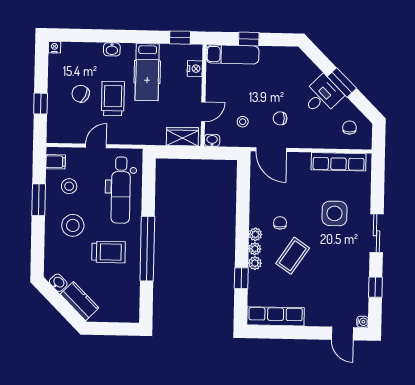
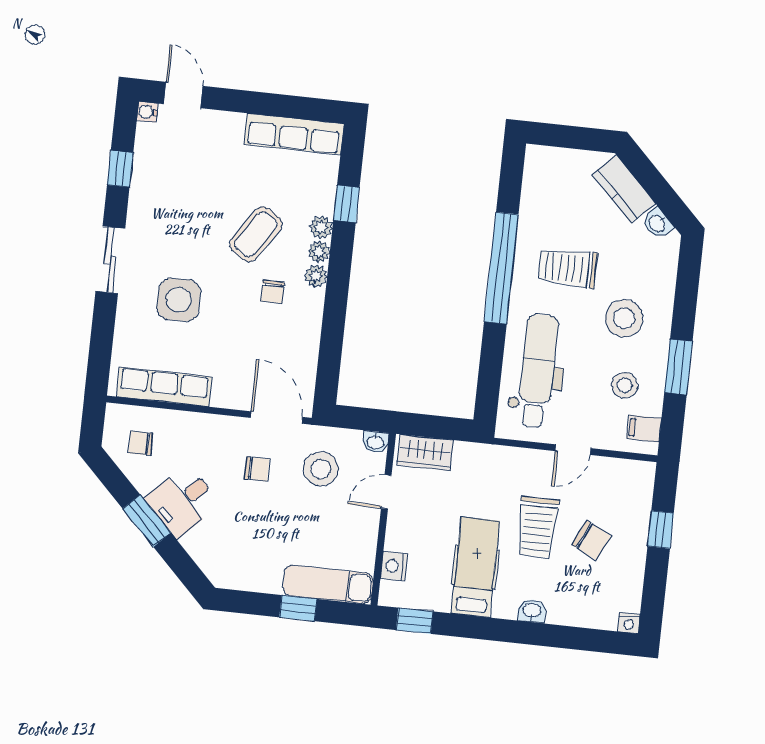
stool: (243, 122) -> (321, 469), width x1.89, depth x1.89
chair: (349, 128) -> (141, 443), turned 90

